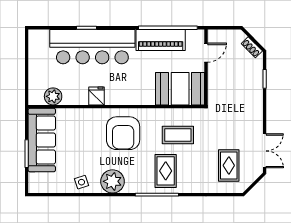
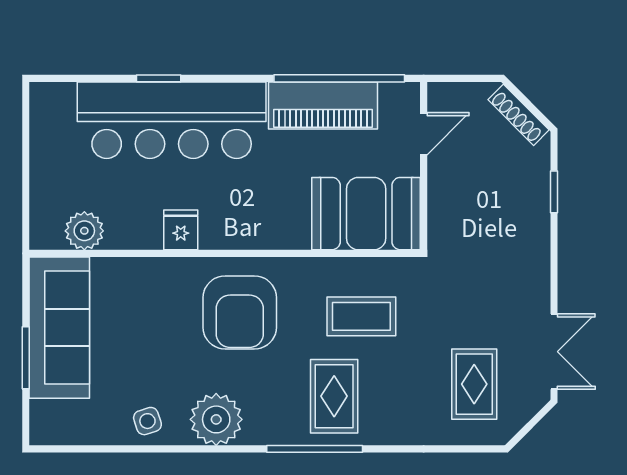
shoe rack: (252, 47) -> (518, 115), width x1.43

